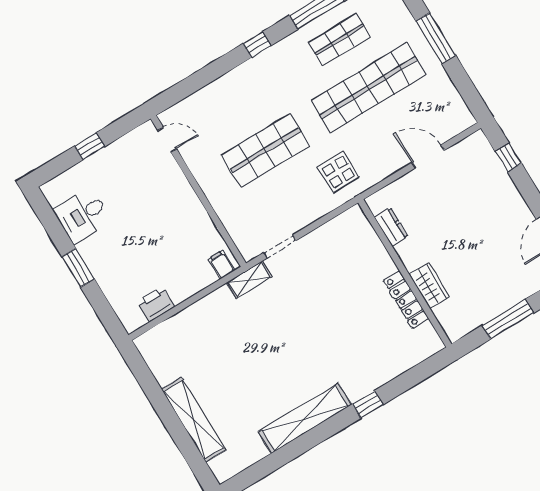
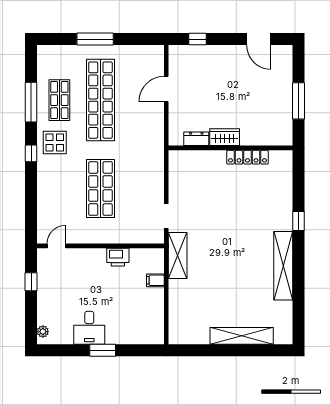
window: (89, 146) -> (31, 282), moved
display table: (338, 172) -> (55, 142), moved
plant: (58, 185) -> (43, 332), added
desk: (82, 215) -> (89, 328), moved
filing cabinet: (221, 265) -> (155, 280), moved
shelving: (249, 280) -> (178, 255), width x1.50, depth x1.33
wardrobe: (429, 286) -> (225, 137), moved
printer: (156, 304) -> (118, 257), moved, turned -90

